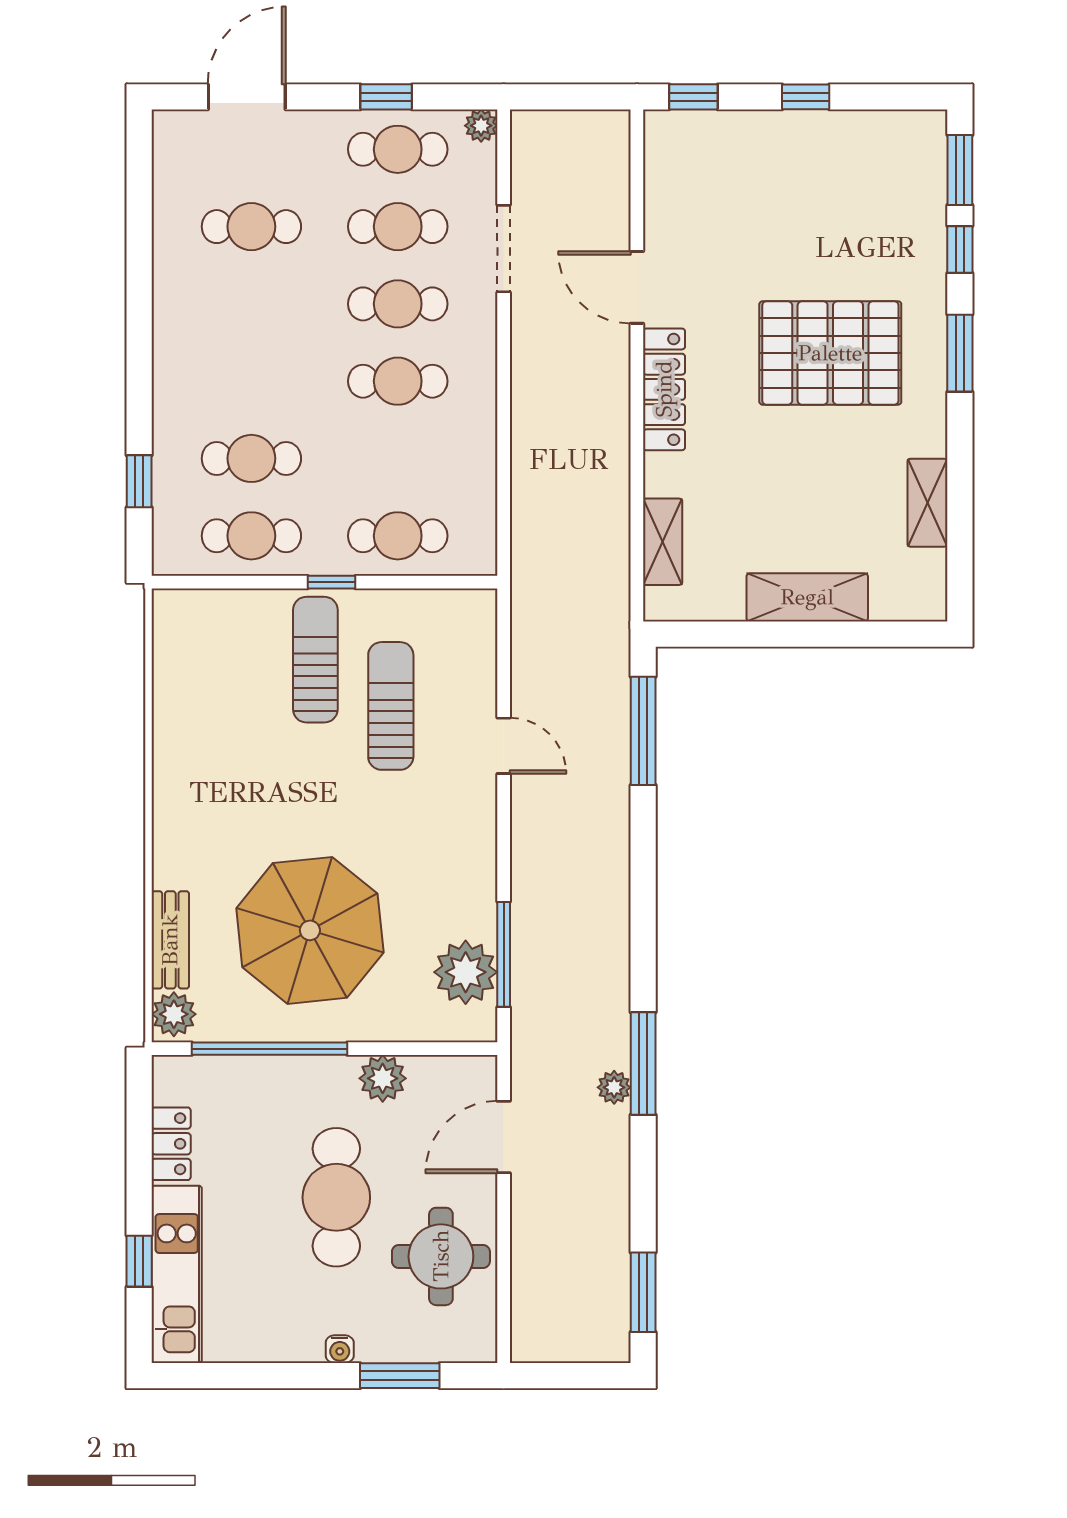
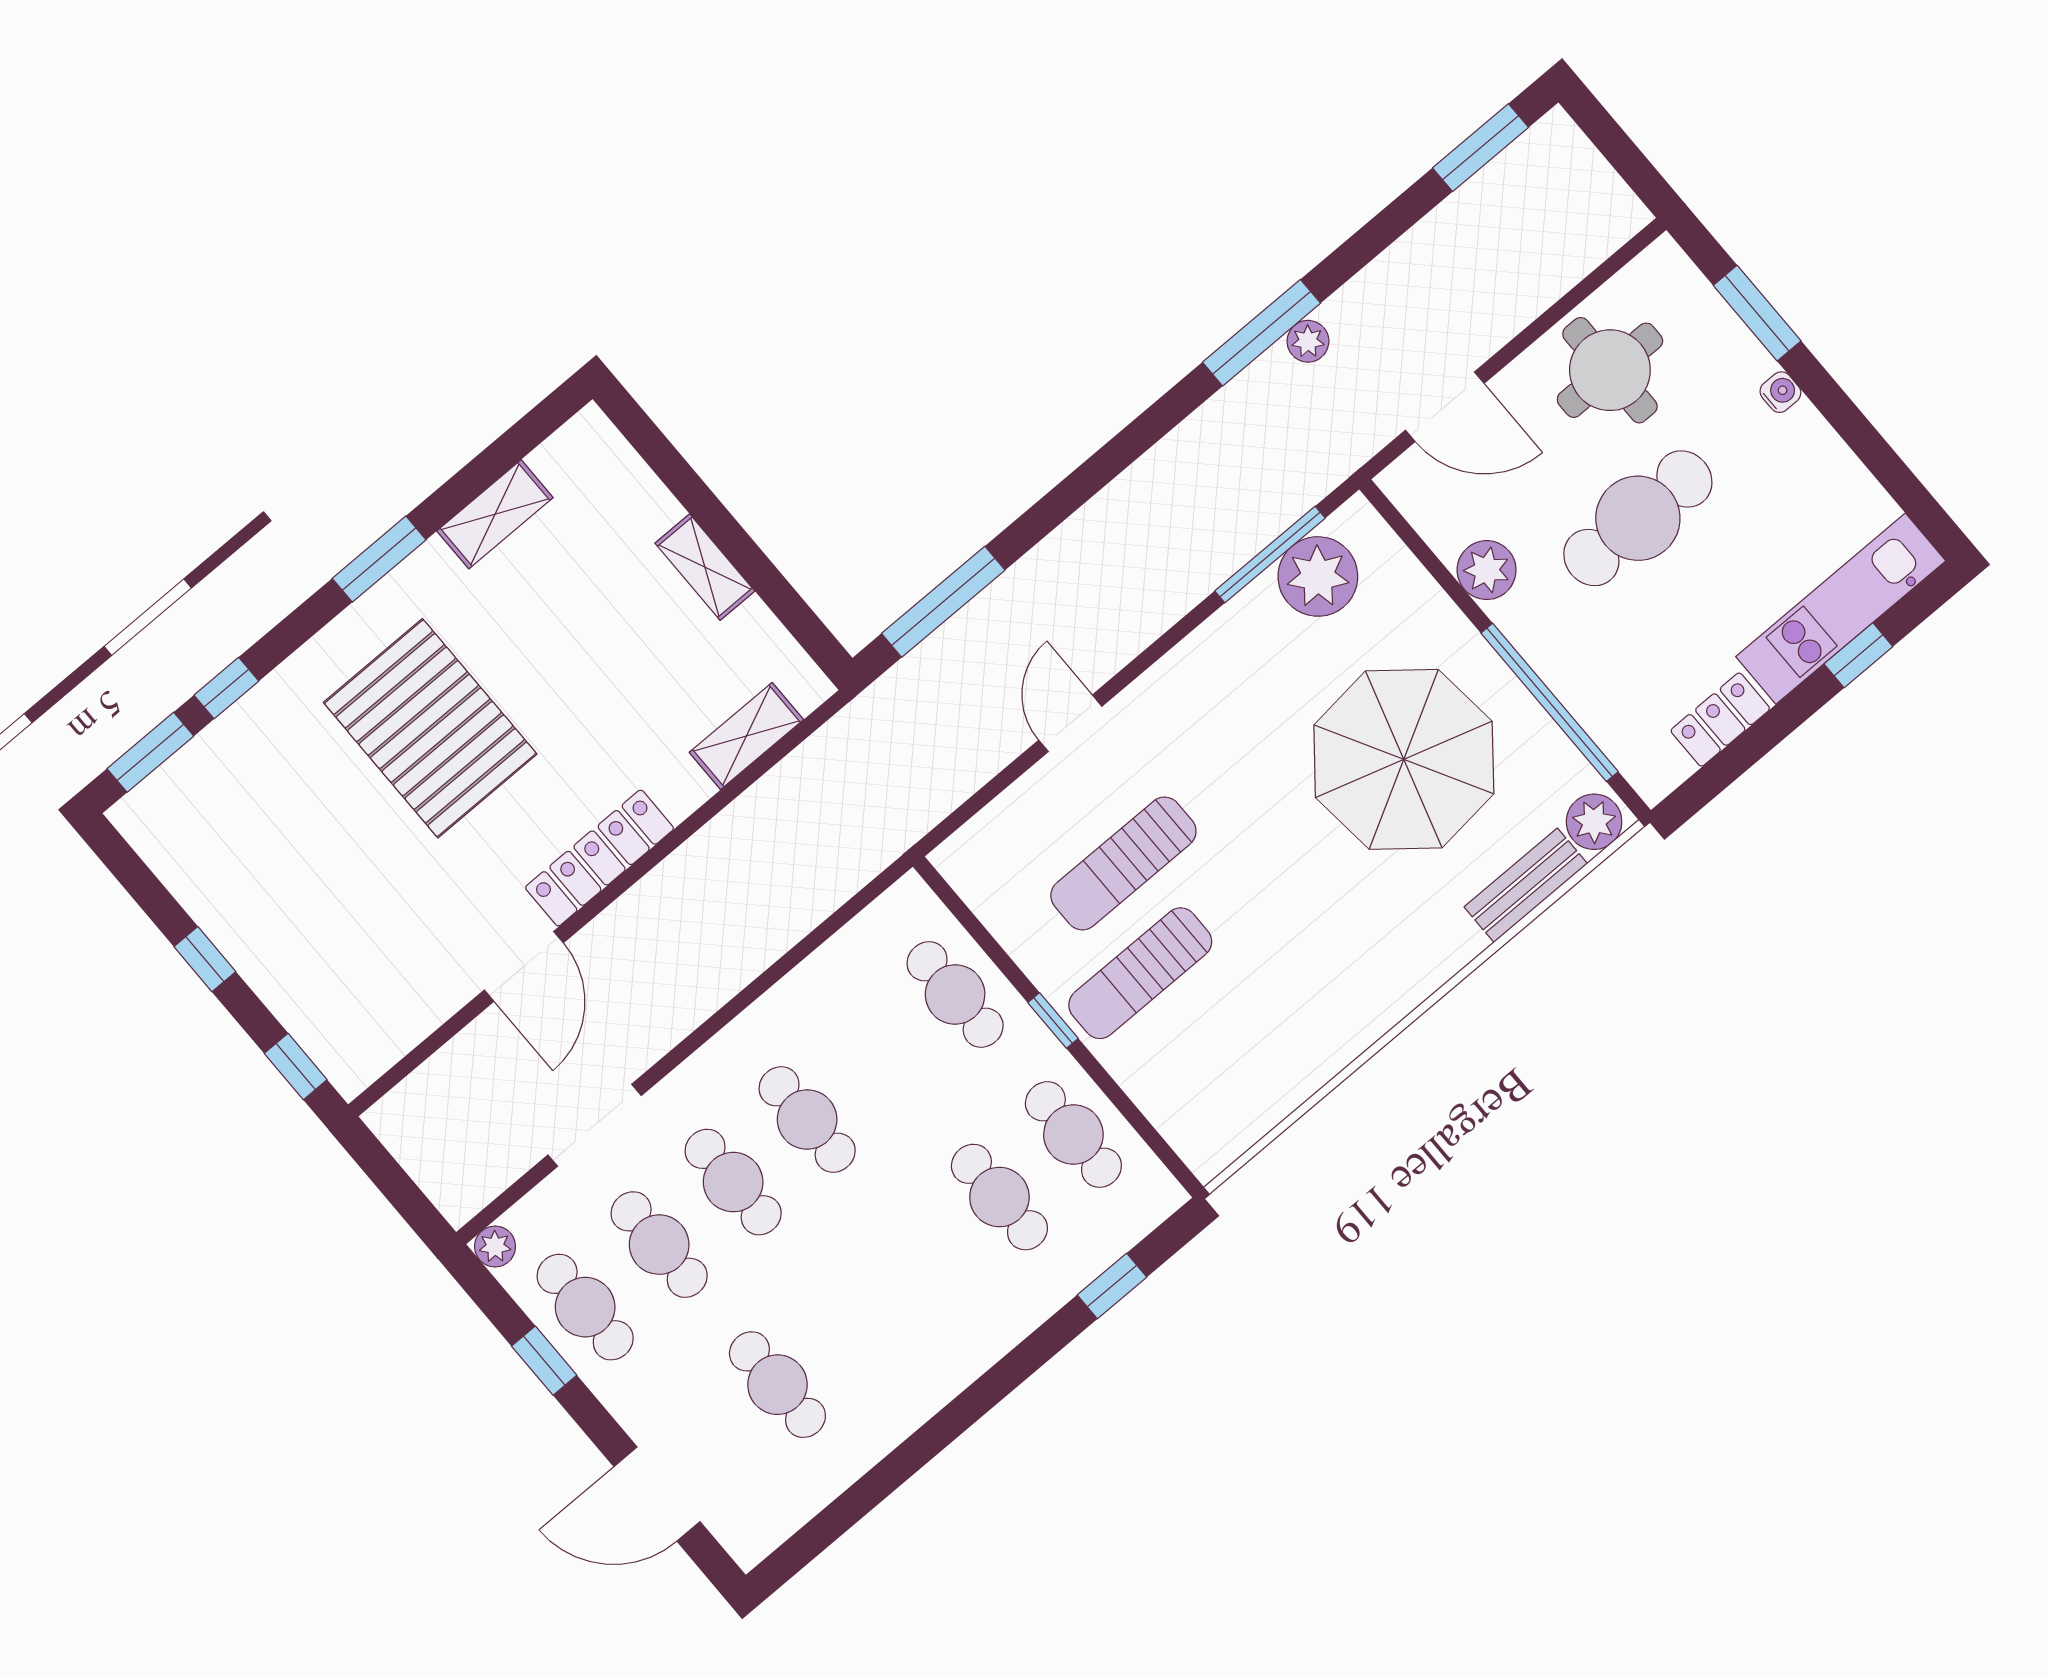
window: (960, 353) -> (379, 559), moved
shelving: (807, 597) -> (705, 567), width x0.67, depth x0.75

